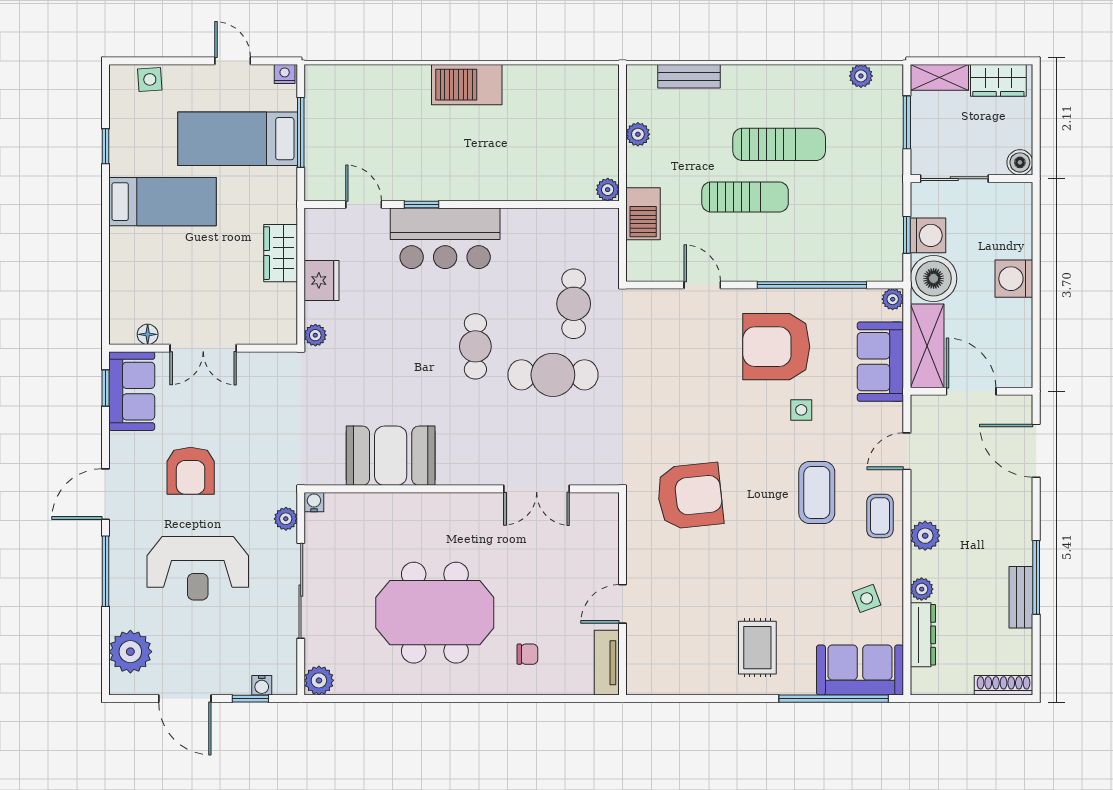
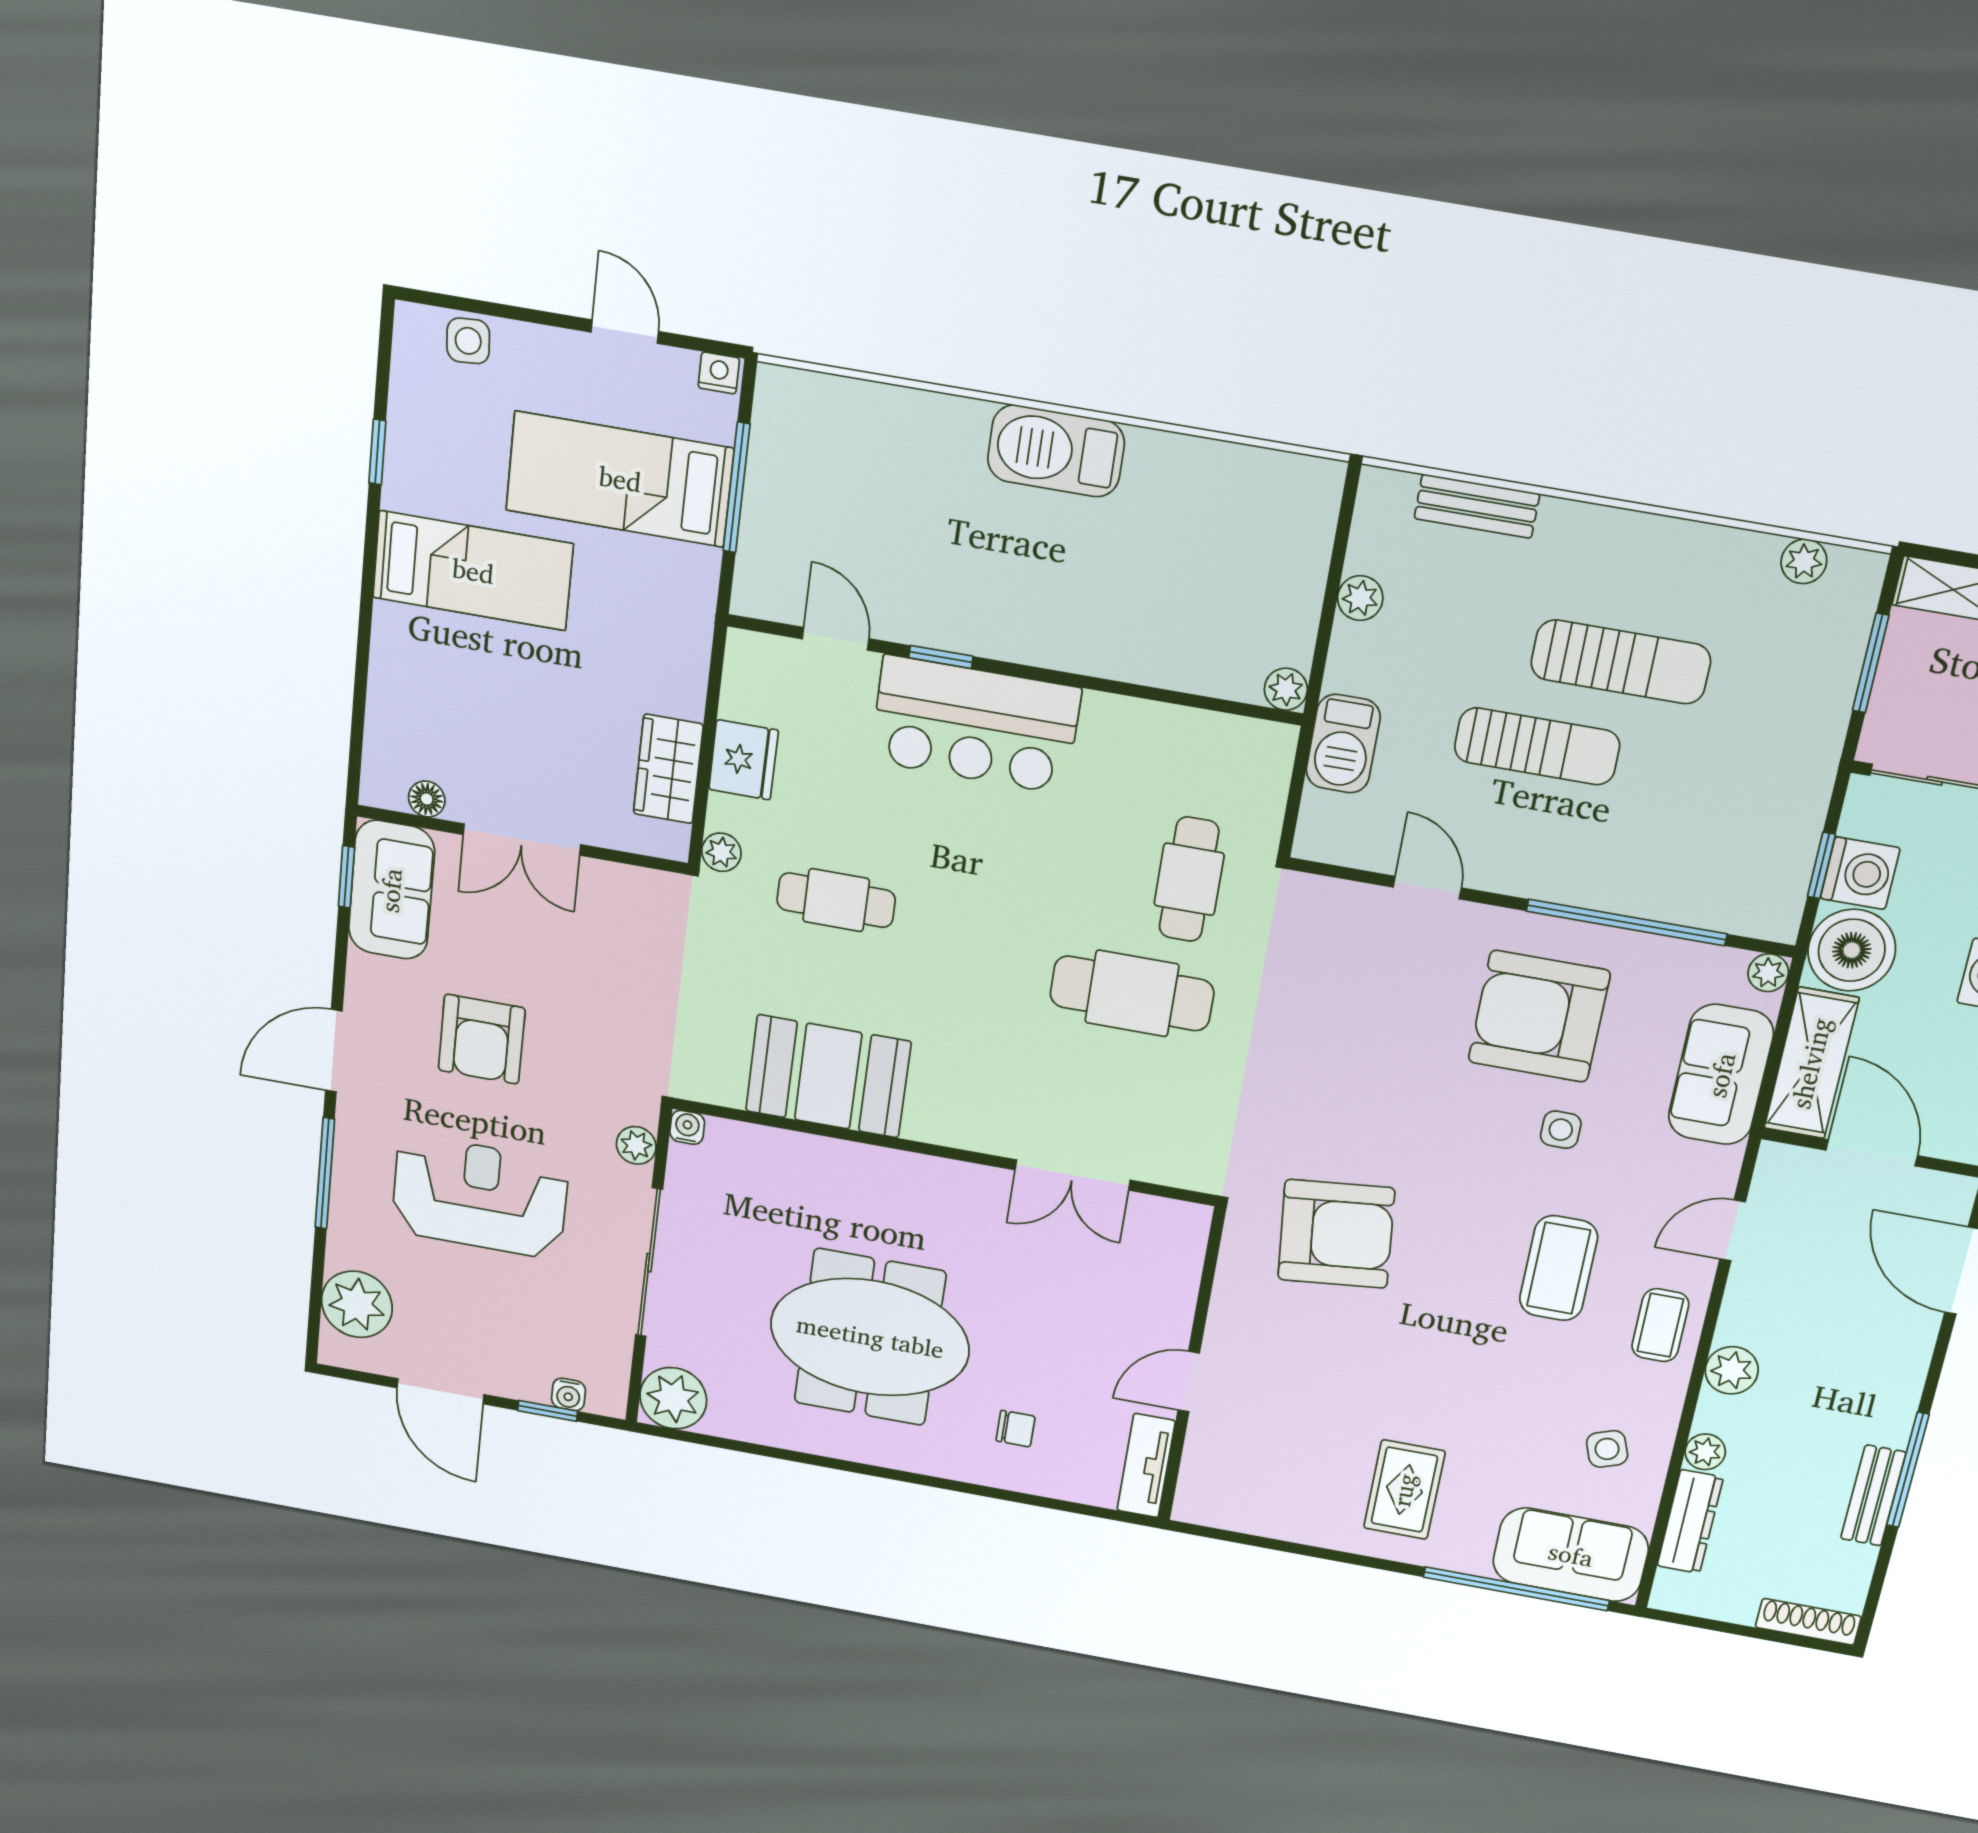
wardrobe: (281, 253) -> (668, 769), moved
cafe table: (475, 346) -> (836, 900), moved, turned 90
reception desk: (198, 568) -> (480, 1196), turned 180
plant: (319, 680) -> (673, 1398), width x1.36, depth x1.36

